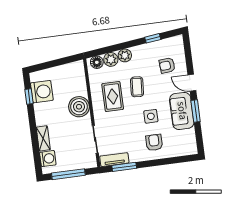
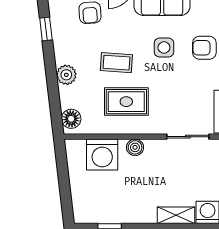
plant: (111, 59) -> (70, 97), removed
washing machine: (42, 92) -> (102, 155), moved, turned 180
boiler: (79, 107) -> (135, 147), width x0.54, depth x0.54

